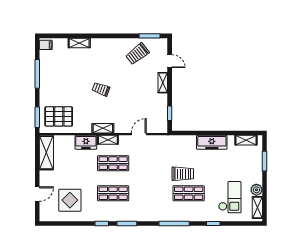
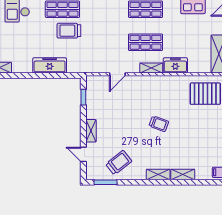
shelving: (103, 128) -> (158, 174), moved
freezer: (212, 142) -> (50, 65), moved

